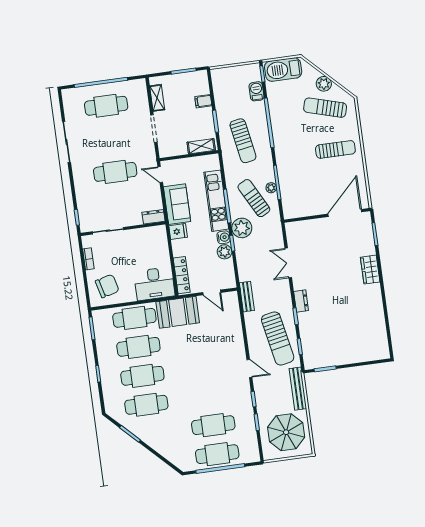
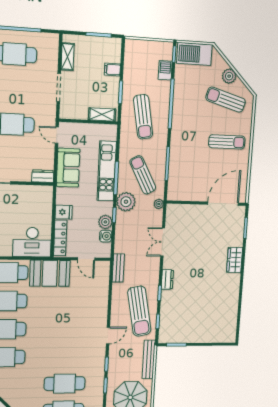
plant: (271, 188) -> (159, 204), moved
fridge: (178, 231) -> (64, 212), moved
water cooler: (224, 237) -> (106, 236), moved
door: (249, 369) -> (108, 335), hinge flipped

